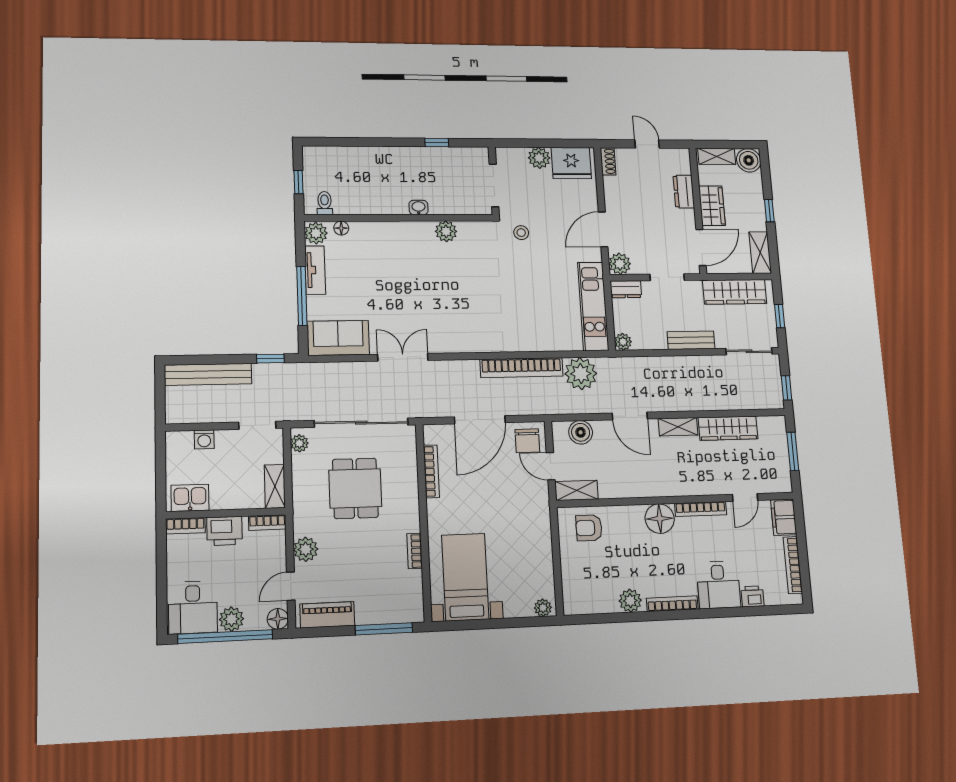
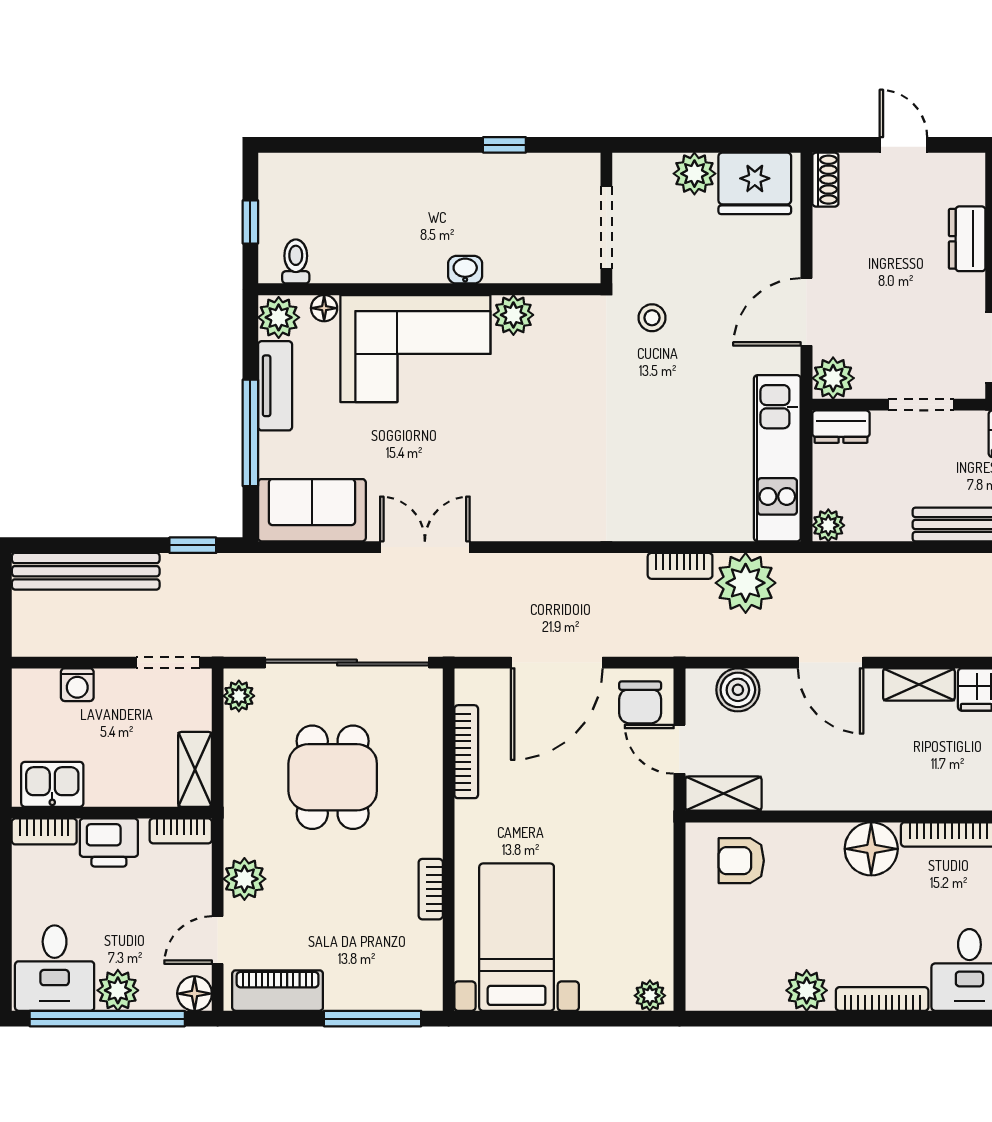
corner sofa: (393, 249) -> (415, 349), added
bookcase: (522, 368) -> (680, 566), width x0.43, depth x0.76

